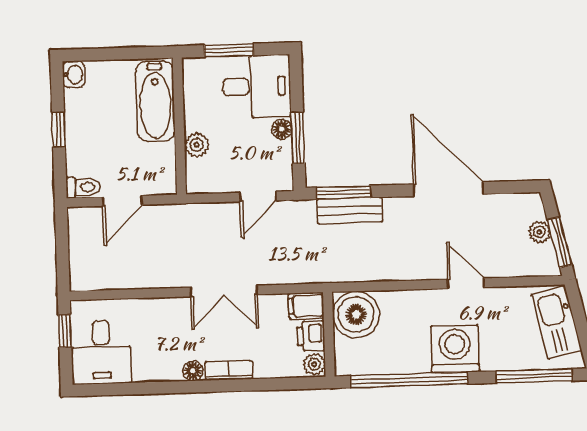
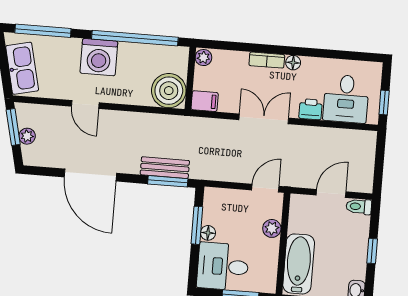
door: (258, 197) -> (265, 188), moved
printer: (311, 336) -> (311, 109), moved, turned -90
desk: (101, 352) -> (346, 99), moved, turned 180

